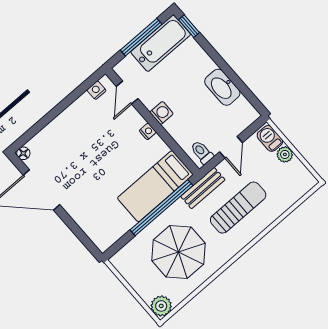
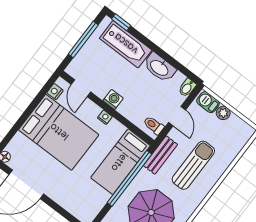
bathtub: (161, 43) -> (126, 44), moved, turned 90
bidet: (249, 117) -> (187, 88), added
bed: (91, 138) -> (59, 132), added

